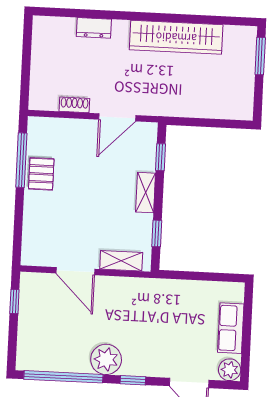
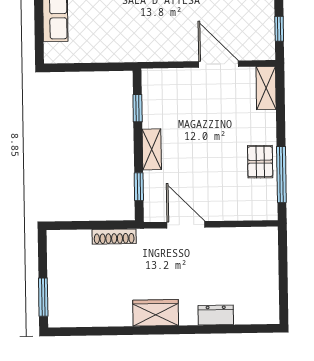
wardrobe: (176, 37) -> (156, 313), width x0.48, depth x0.85
shoe rack: (74, 105) -> (114, 237), moved, width x1.43
door: (117, 117) -> (186, 225), hinge flipped
shelving: (121, 261) -> (266, 88), moved, turned 90

